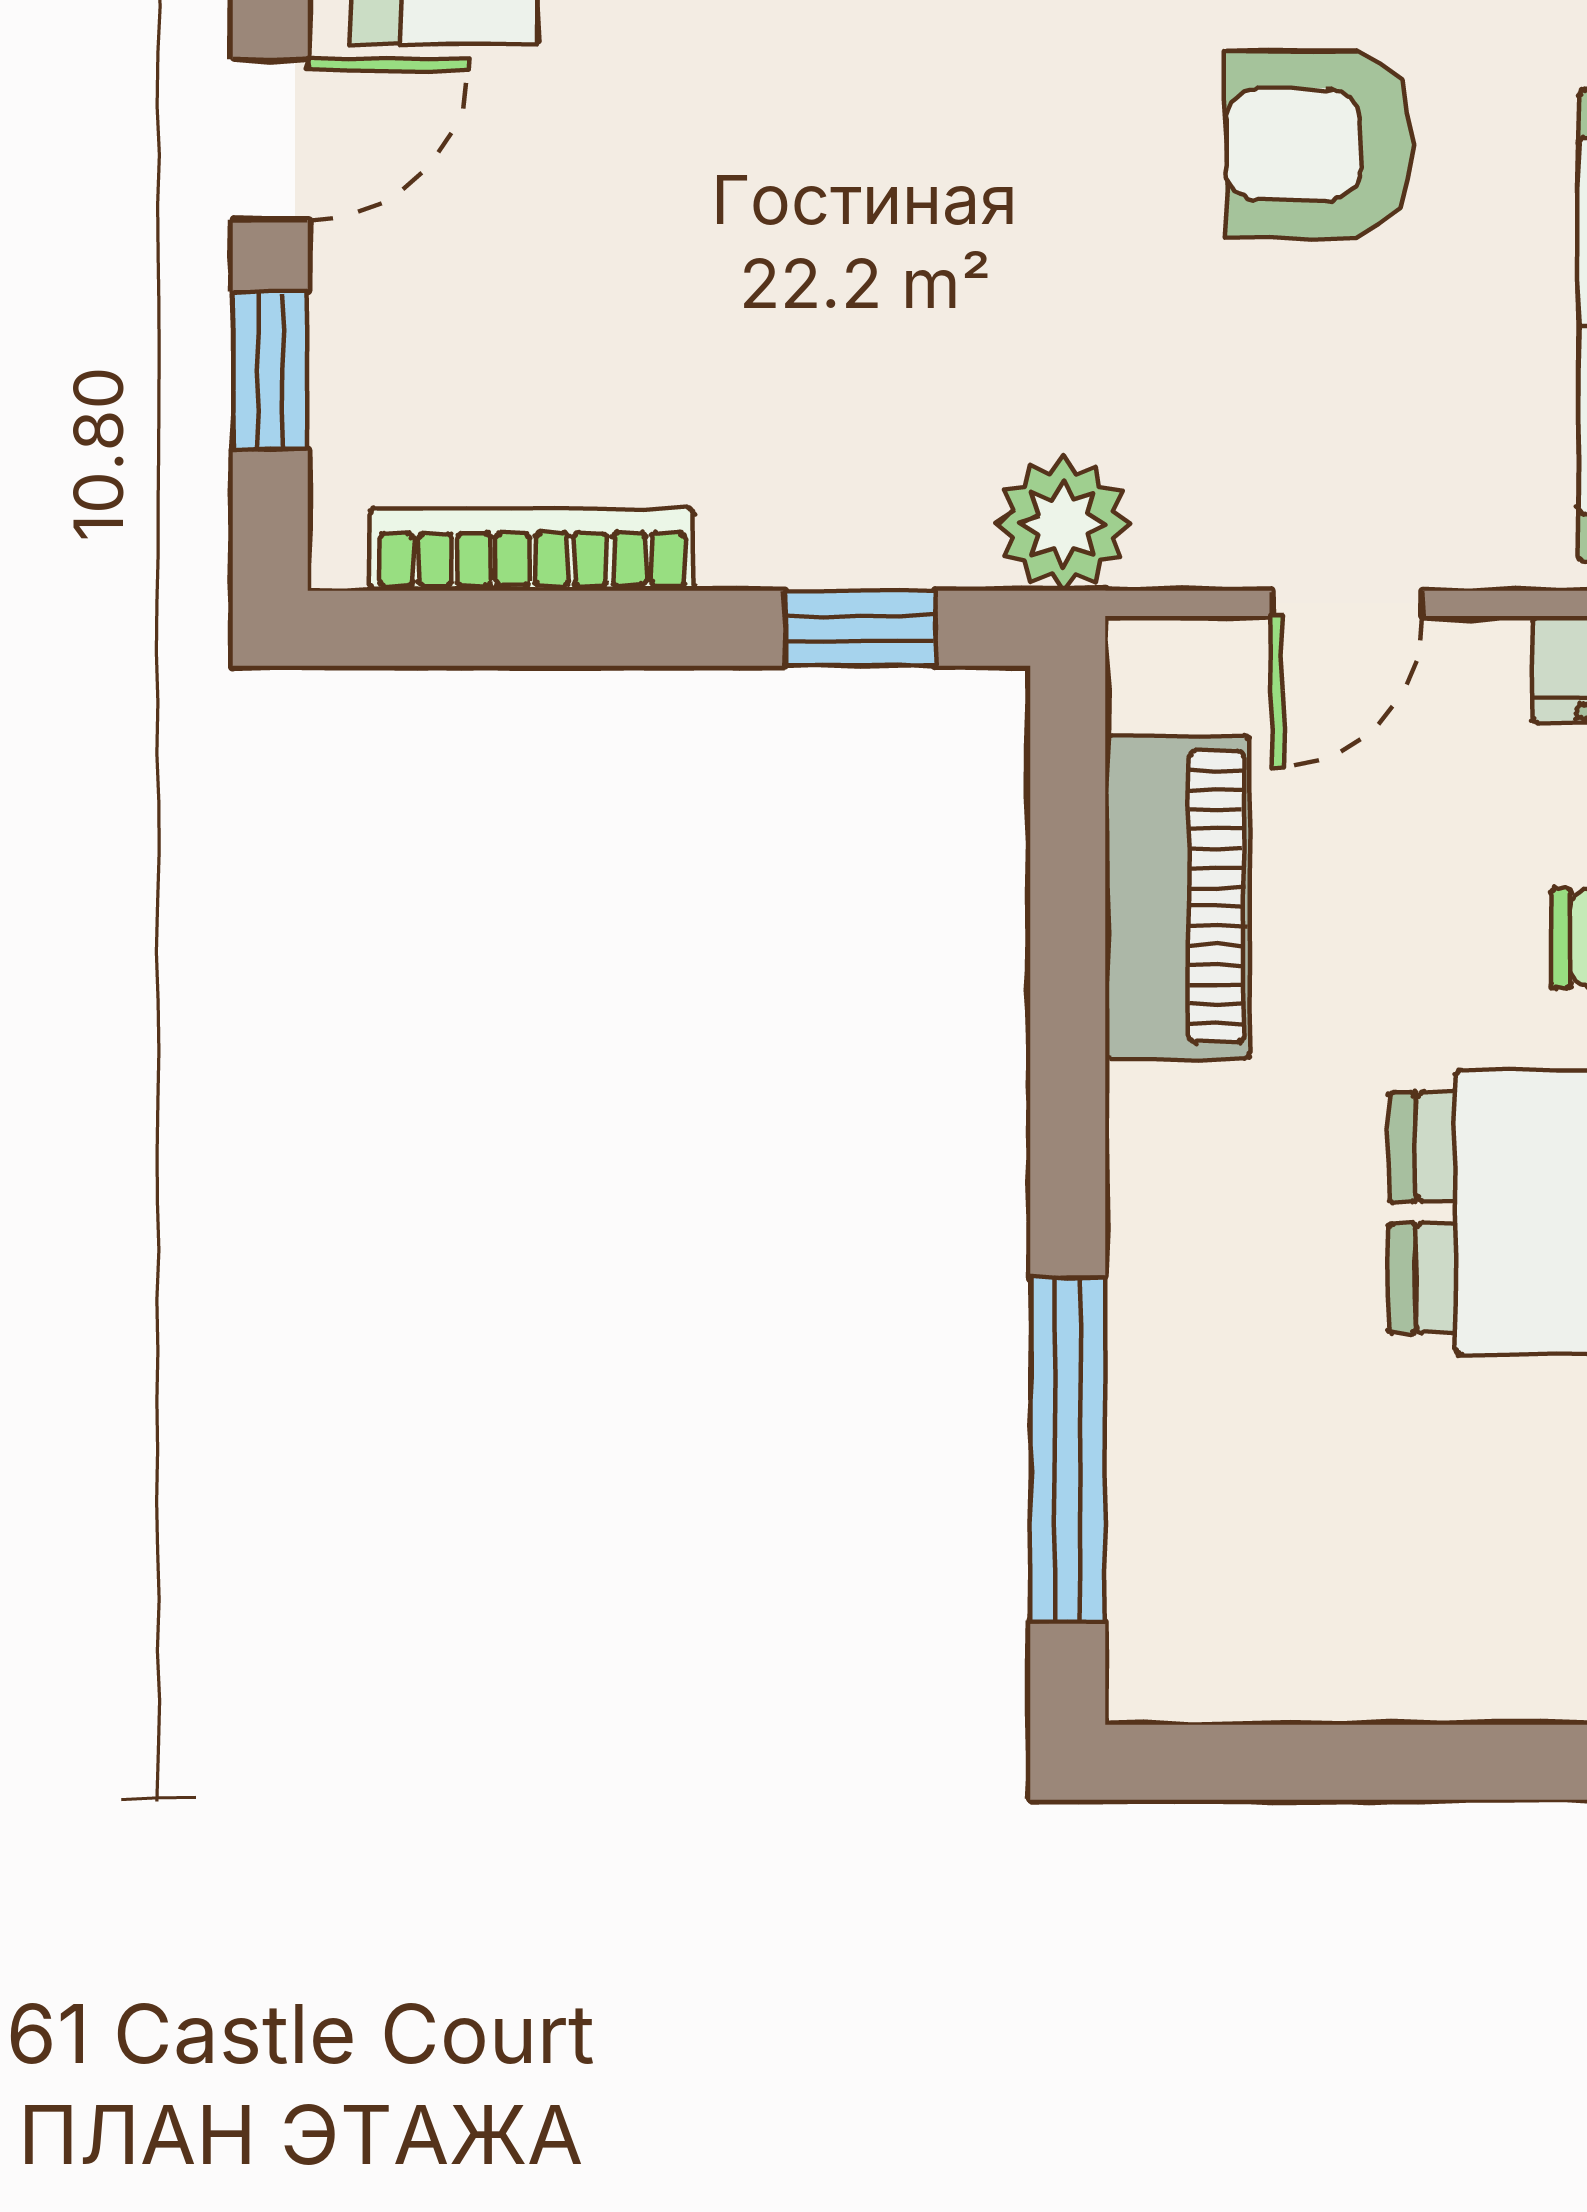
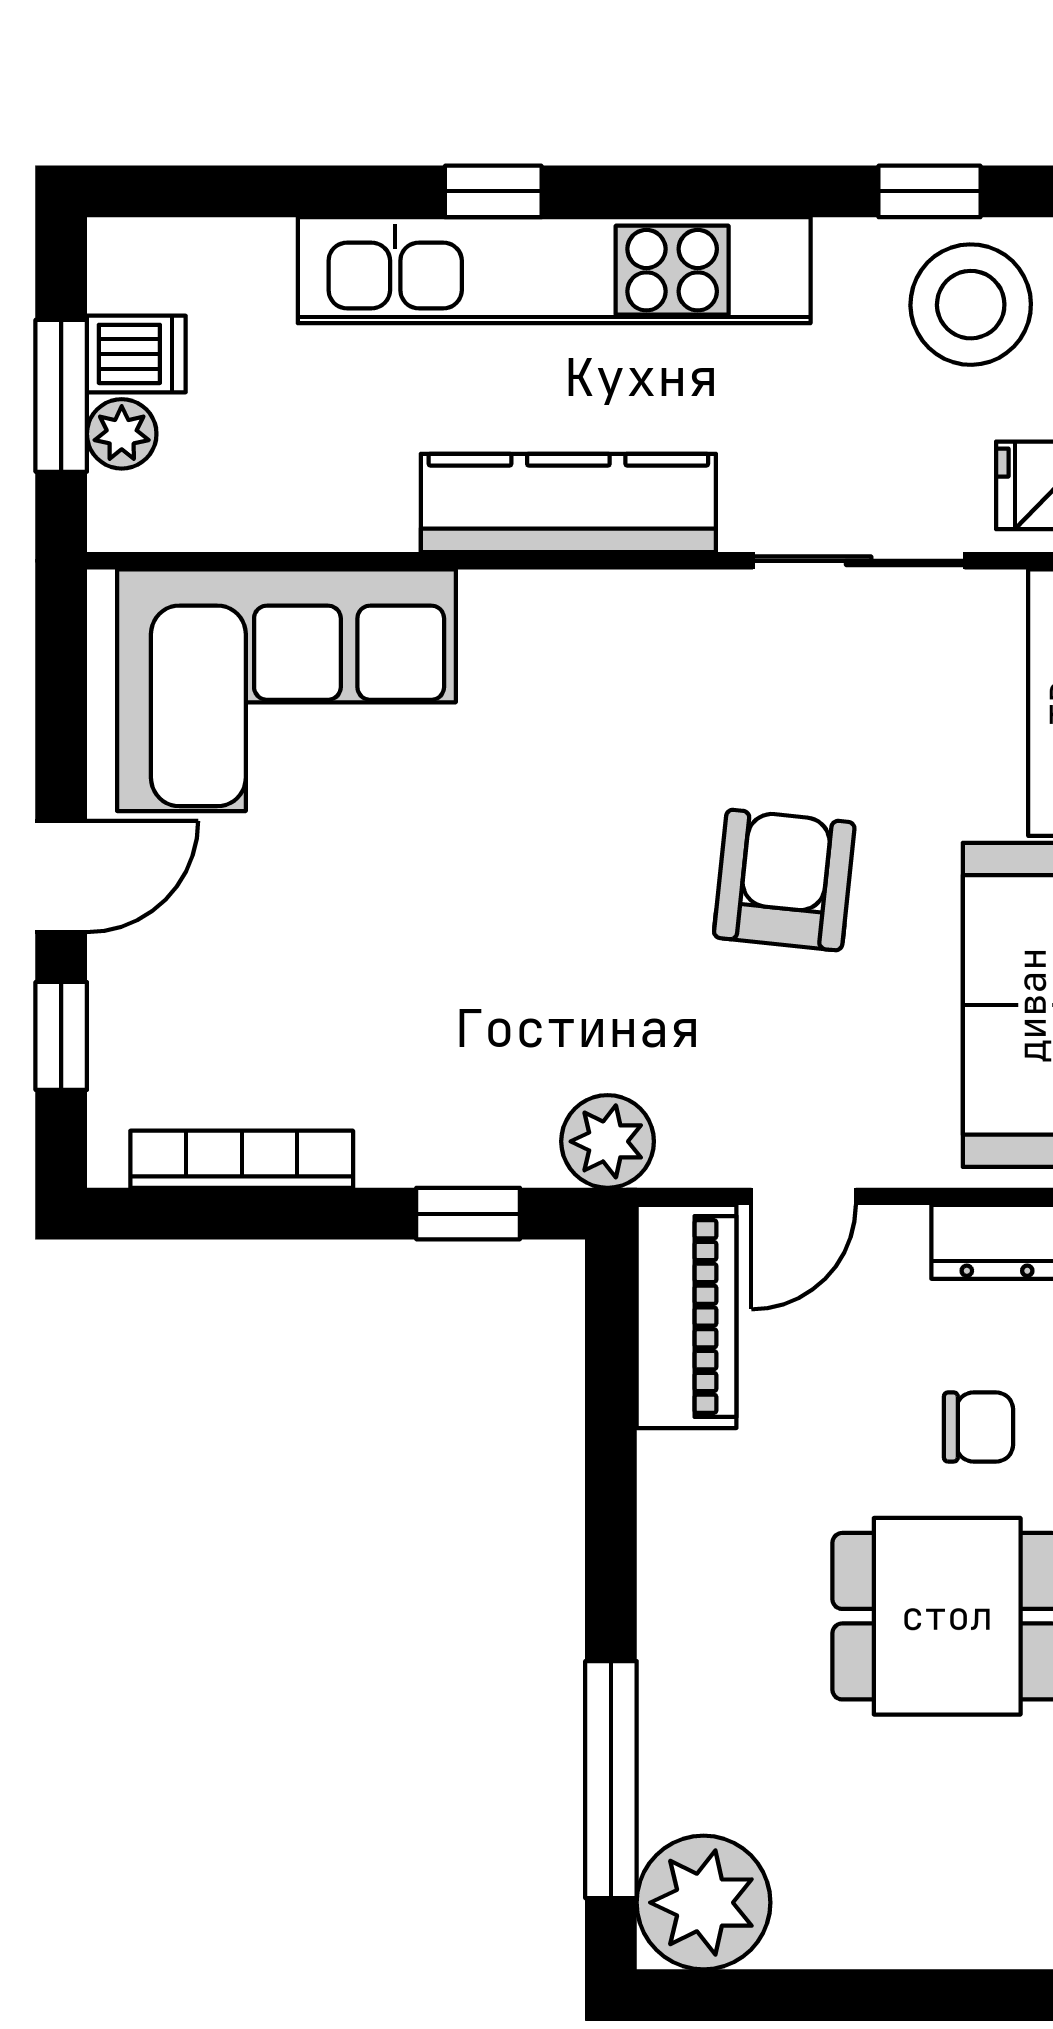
armchair: (1319, 144) -> (784, 880), turned 96
piano: (1177, 897) -> (687, 1316), moved
plant: (1202, 1628) -> (704, 1903), added

